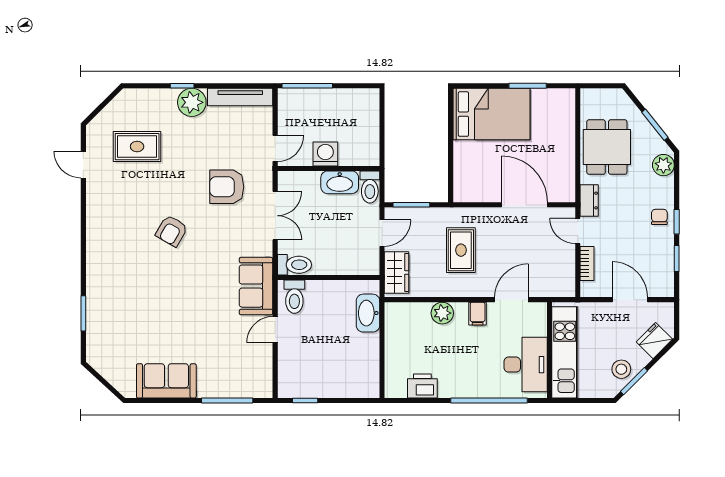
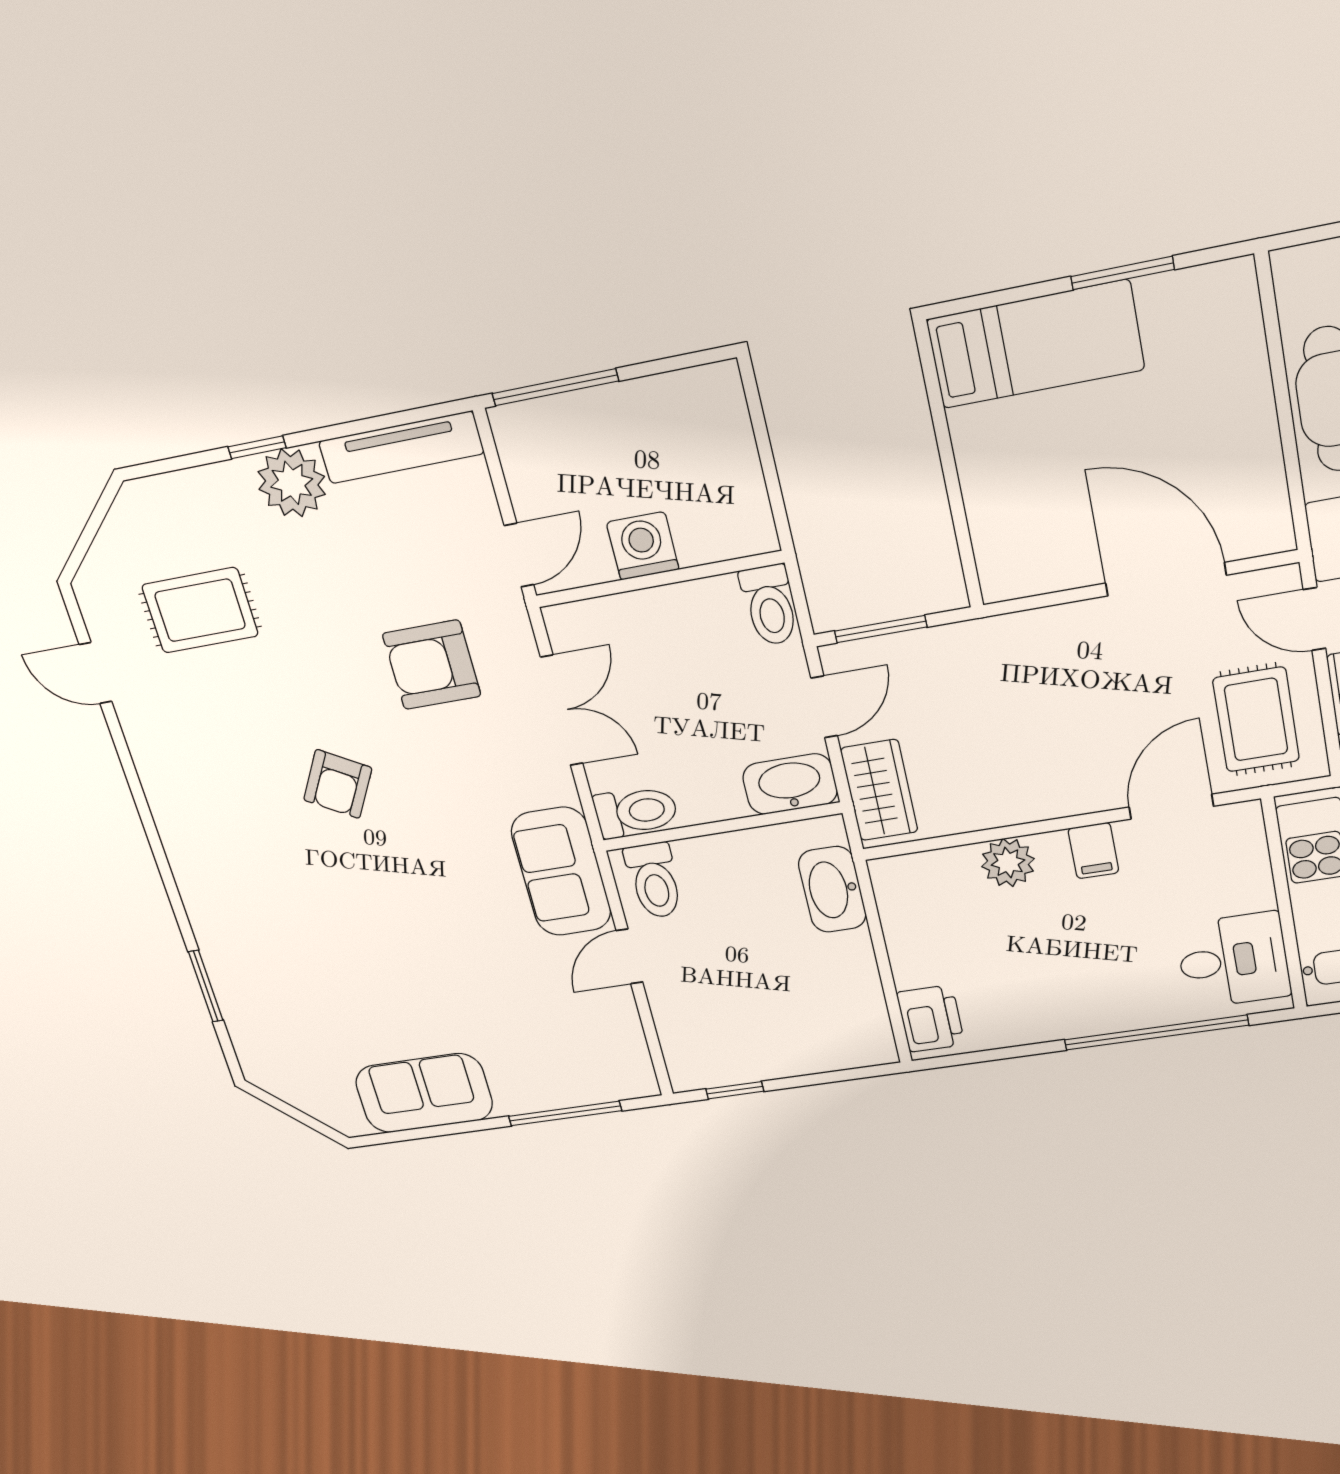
bed: (491, 114) -> (1035, 344), width x0.67
washbasin: (340, 182) -> (790, 784), moved, turned 180
rug: (461, 250) -> (1256, 720), moved
desk: (526, 365) -> (1233, 960), width x0.73
printer: (422, 386) -> (931, 1019), moved, turned 90

